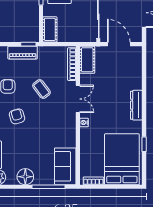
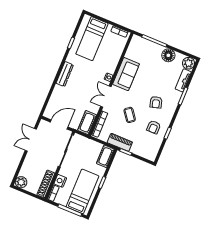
door: (119, 44) -> (59, 124), swing flipped
piano: (23, 53) -> (120, 142), moved
bed: (122, 159) -> (92, 39), width x0.67
sofa: (65, 166) -> (126, 74), moved

